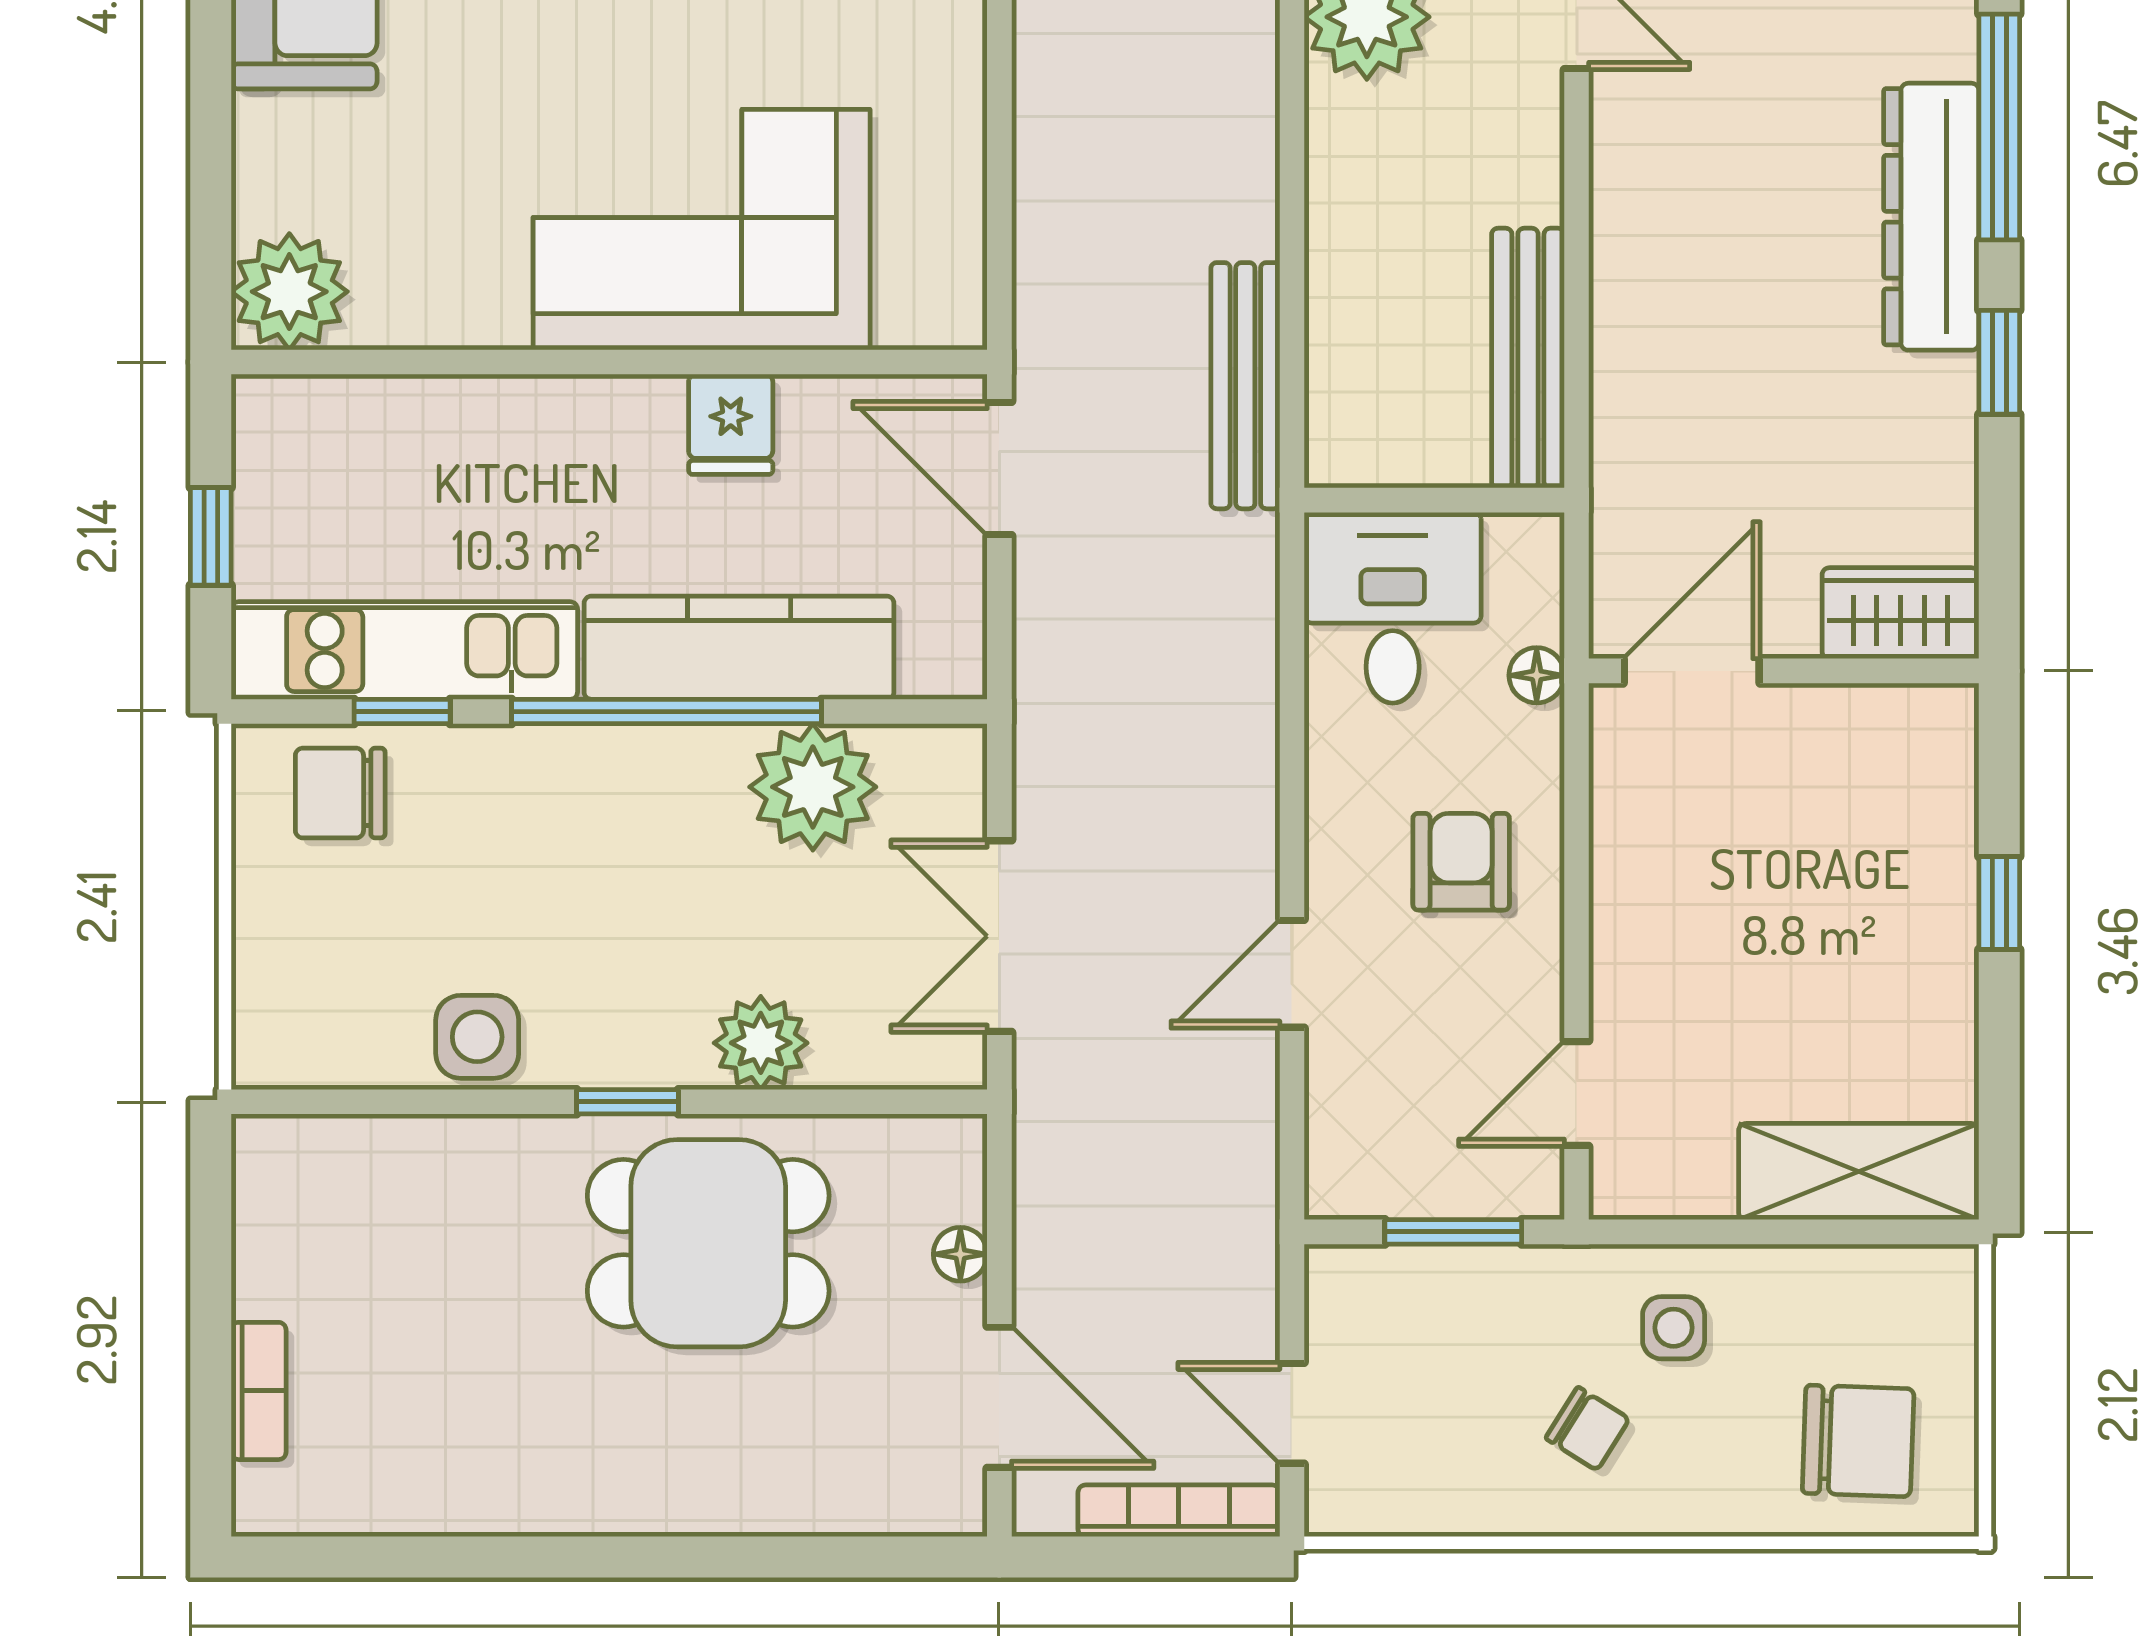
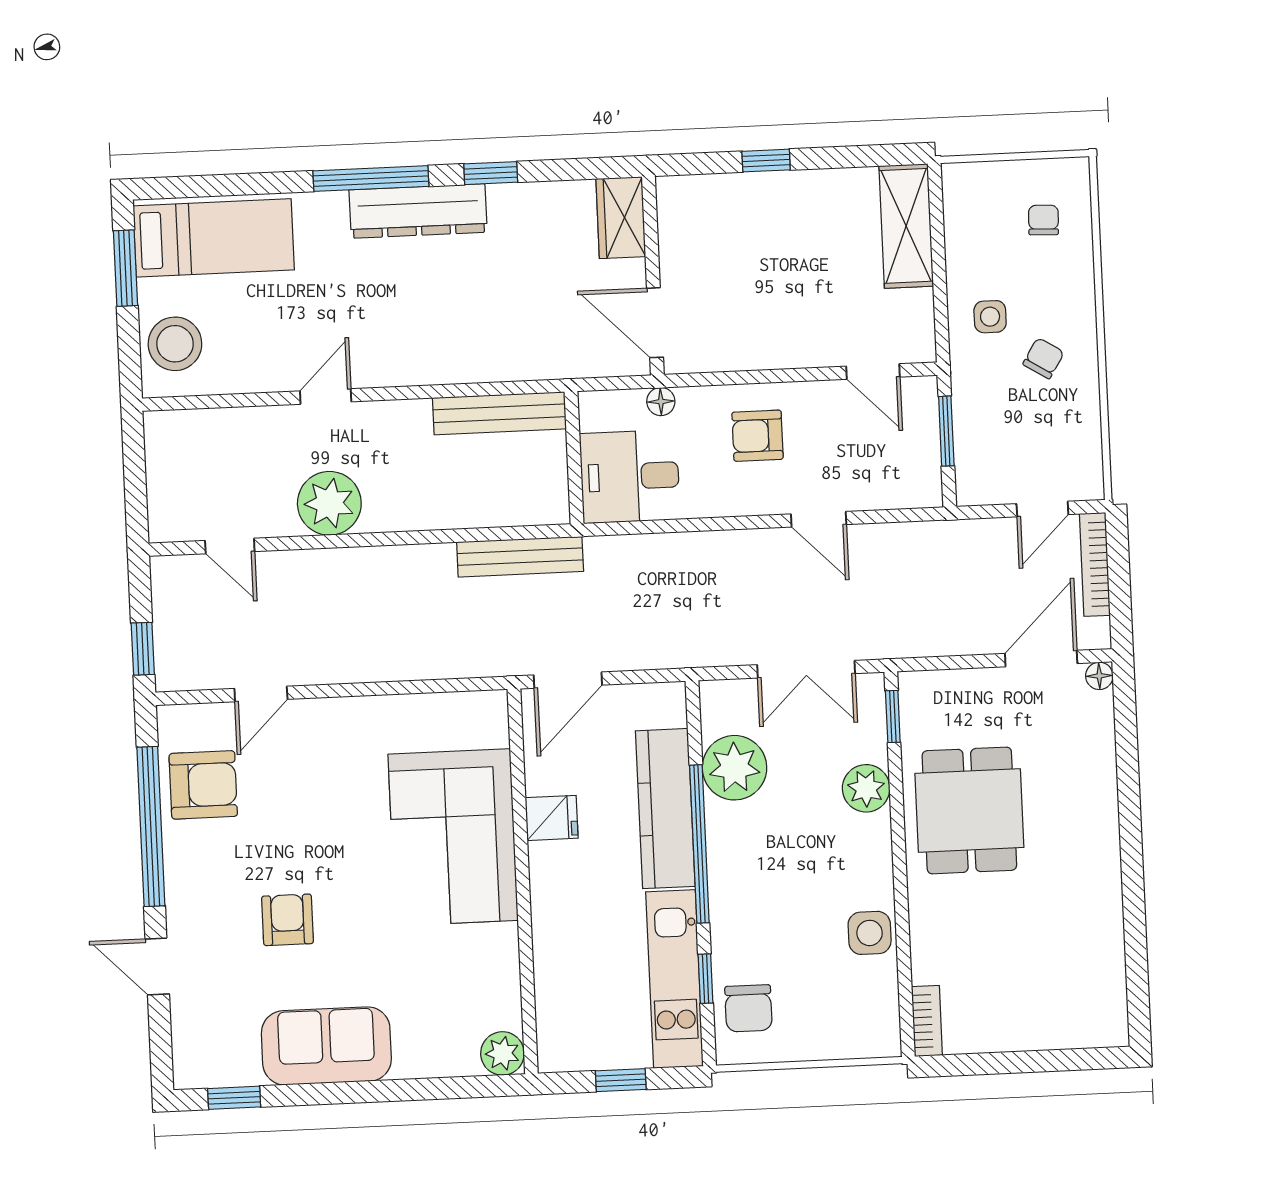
plant: (289, 292) -> (502, 1053), width x0.73, depth x0.73
window: (627, 1102) -> (893, 716), moved
floor lamp: (960, 1254) -> (1099, 676), moved
bookcase: (259, 1391) -> (927, 1021), moved, turned 90
chair: (1858, 1441) -> (1043, 220), width x0.54, depth x0.54

